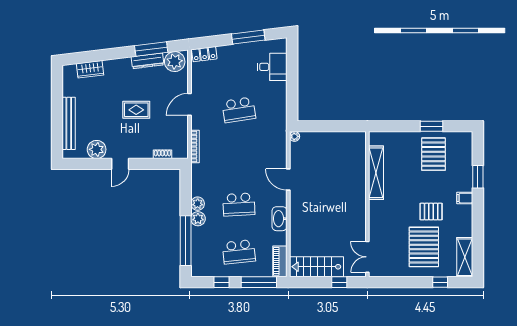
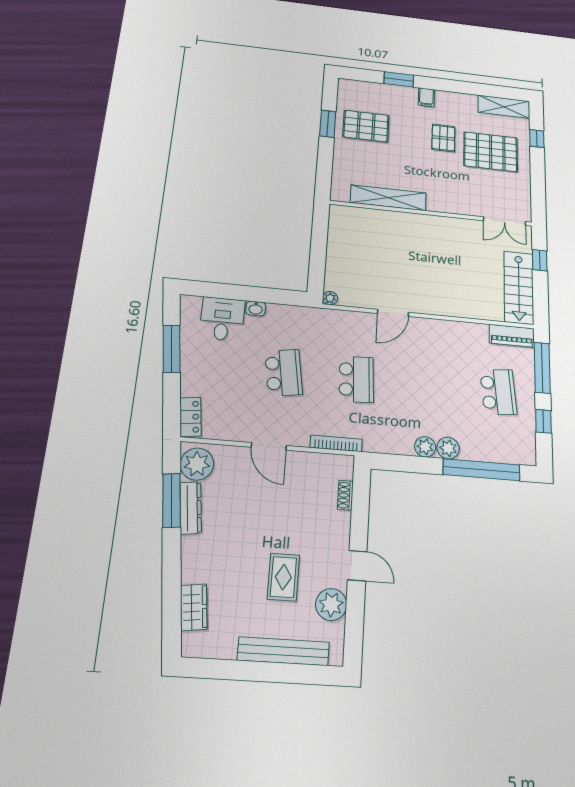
rug: (136, 110) -> (283, 577), moved
school desk: (239, 205) -> (356, 379), moved
washbasin: (280, 219) -> (256, 308), moved, width x0.52, depth x0.69

